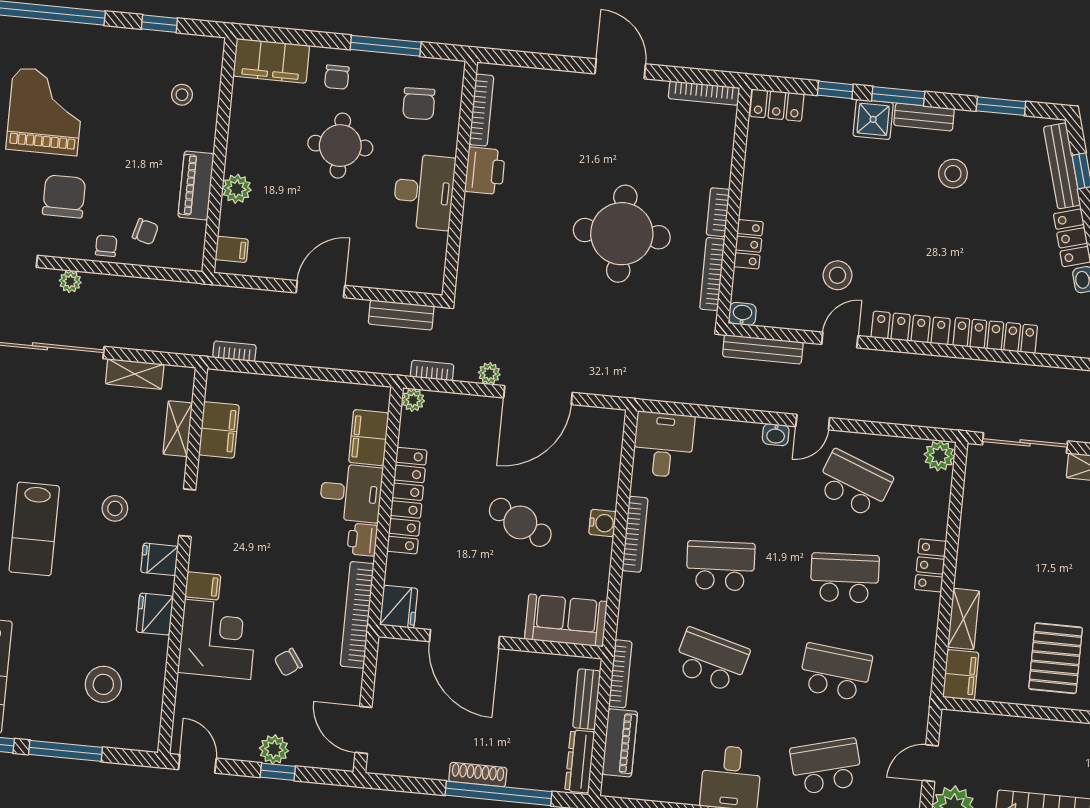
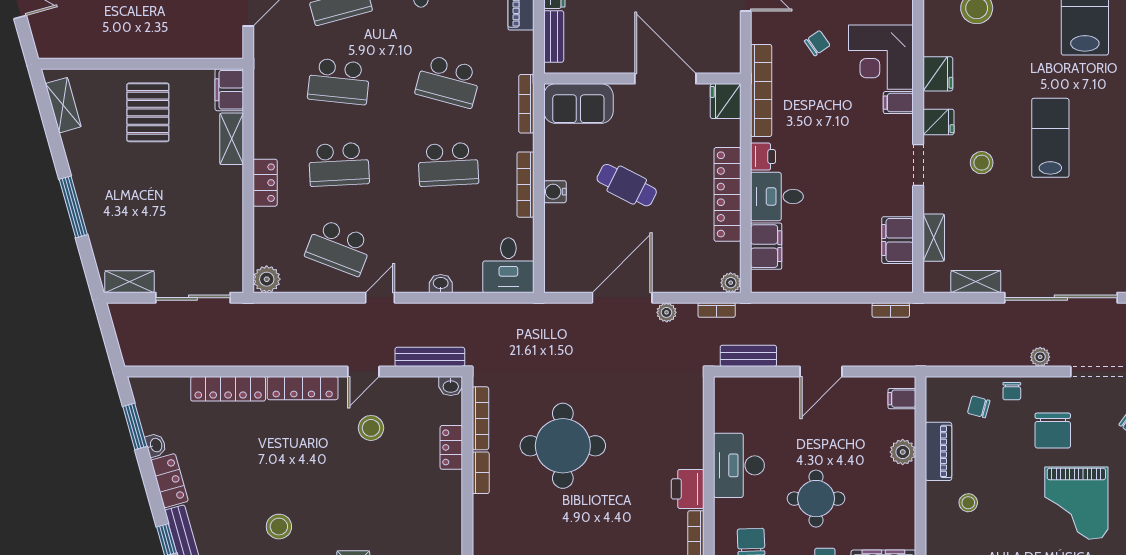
stool: (182, 95) -> (968, 503), moved
washbasin: (776, 435) -> (441, 284), moved
bookcase: (620, 674) -> (526, 104), moved

